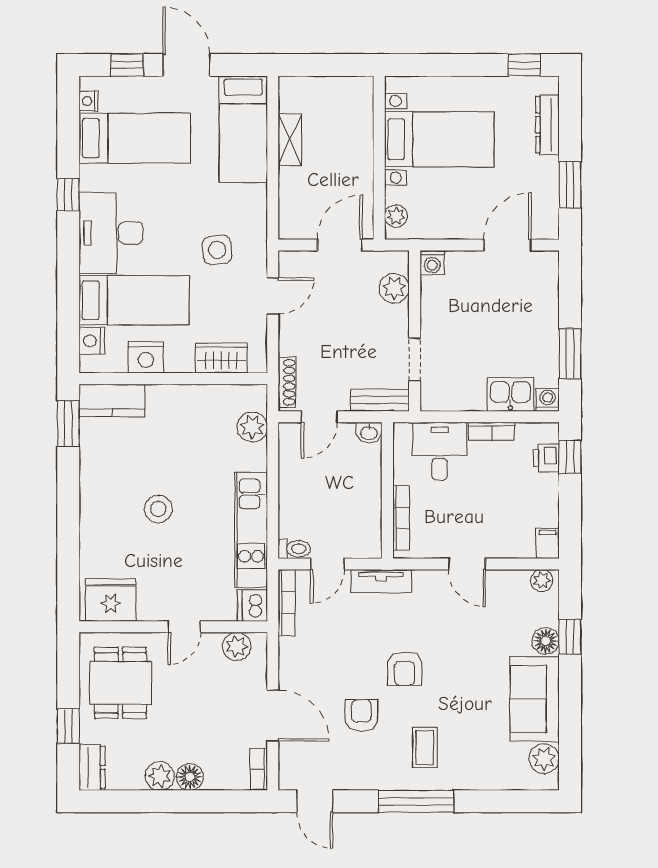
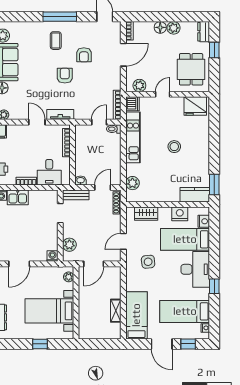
window: (524, 65) -> (40, 344), moved
tv unit: (381, 581) -> (60, 115), moved
door: (273, 716) -> (123, 55), swing flipped

